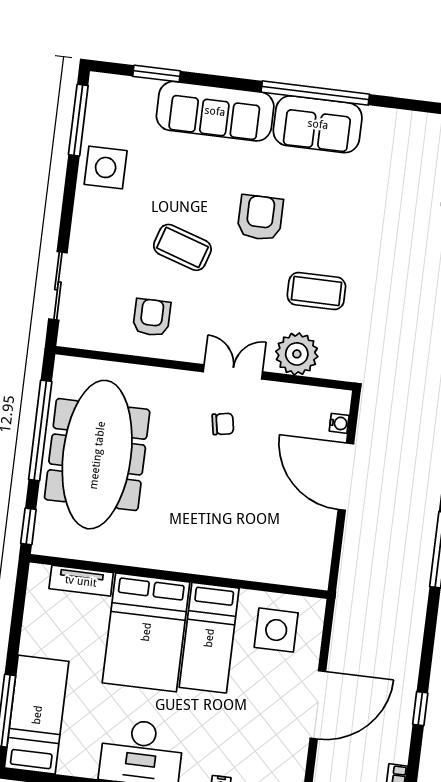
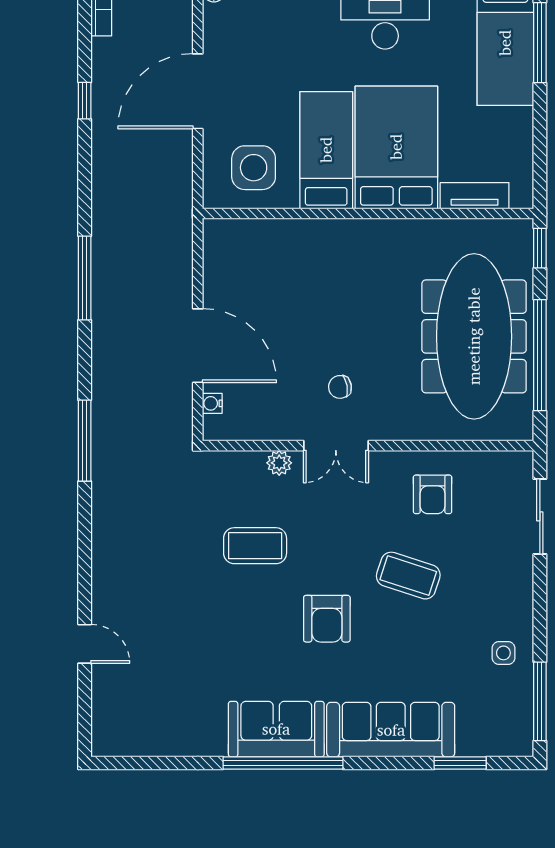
side table: (106, 167) -> (503, 653), width x0.54, depth x0.54
plant: (297, 354) -> (279, 463), width x0.53, depth x0.53

